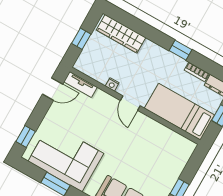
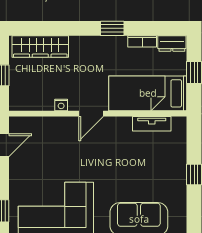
tv unit: (81, 84) -> (152, 124), moved
door: (130, 103) -> (91, 114), hinge flipped

